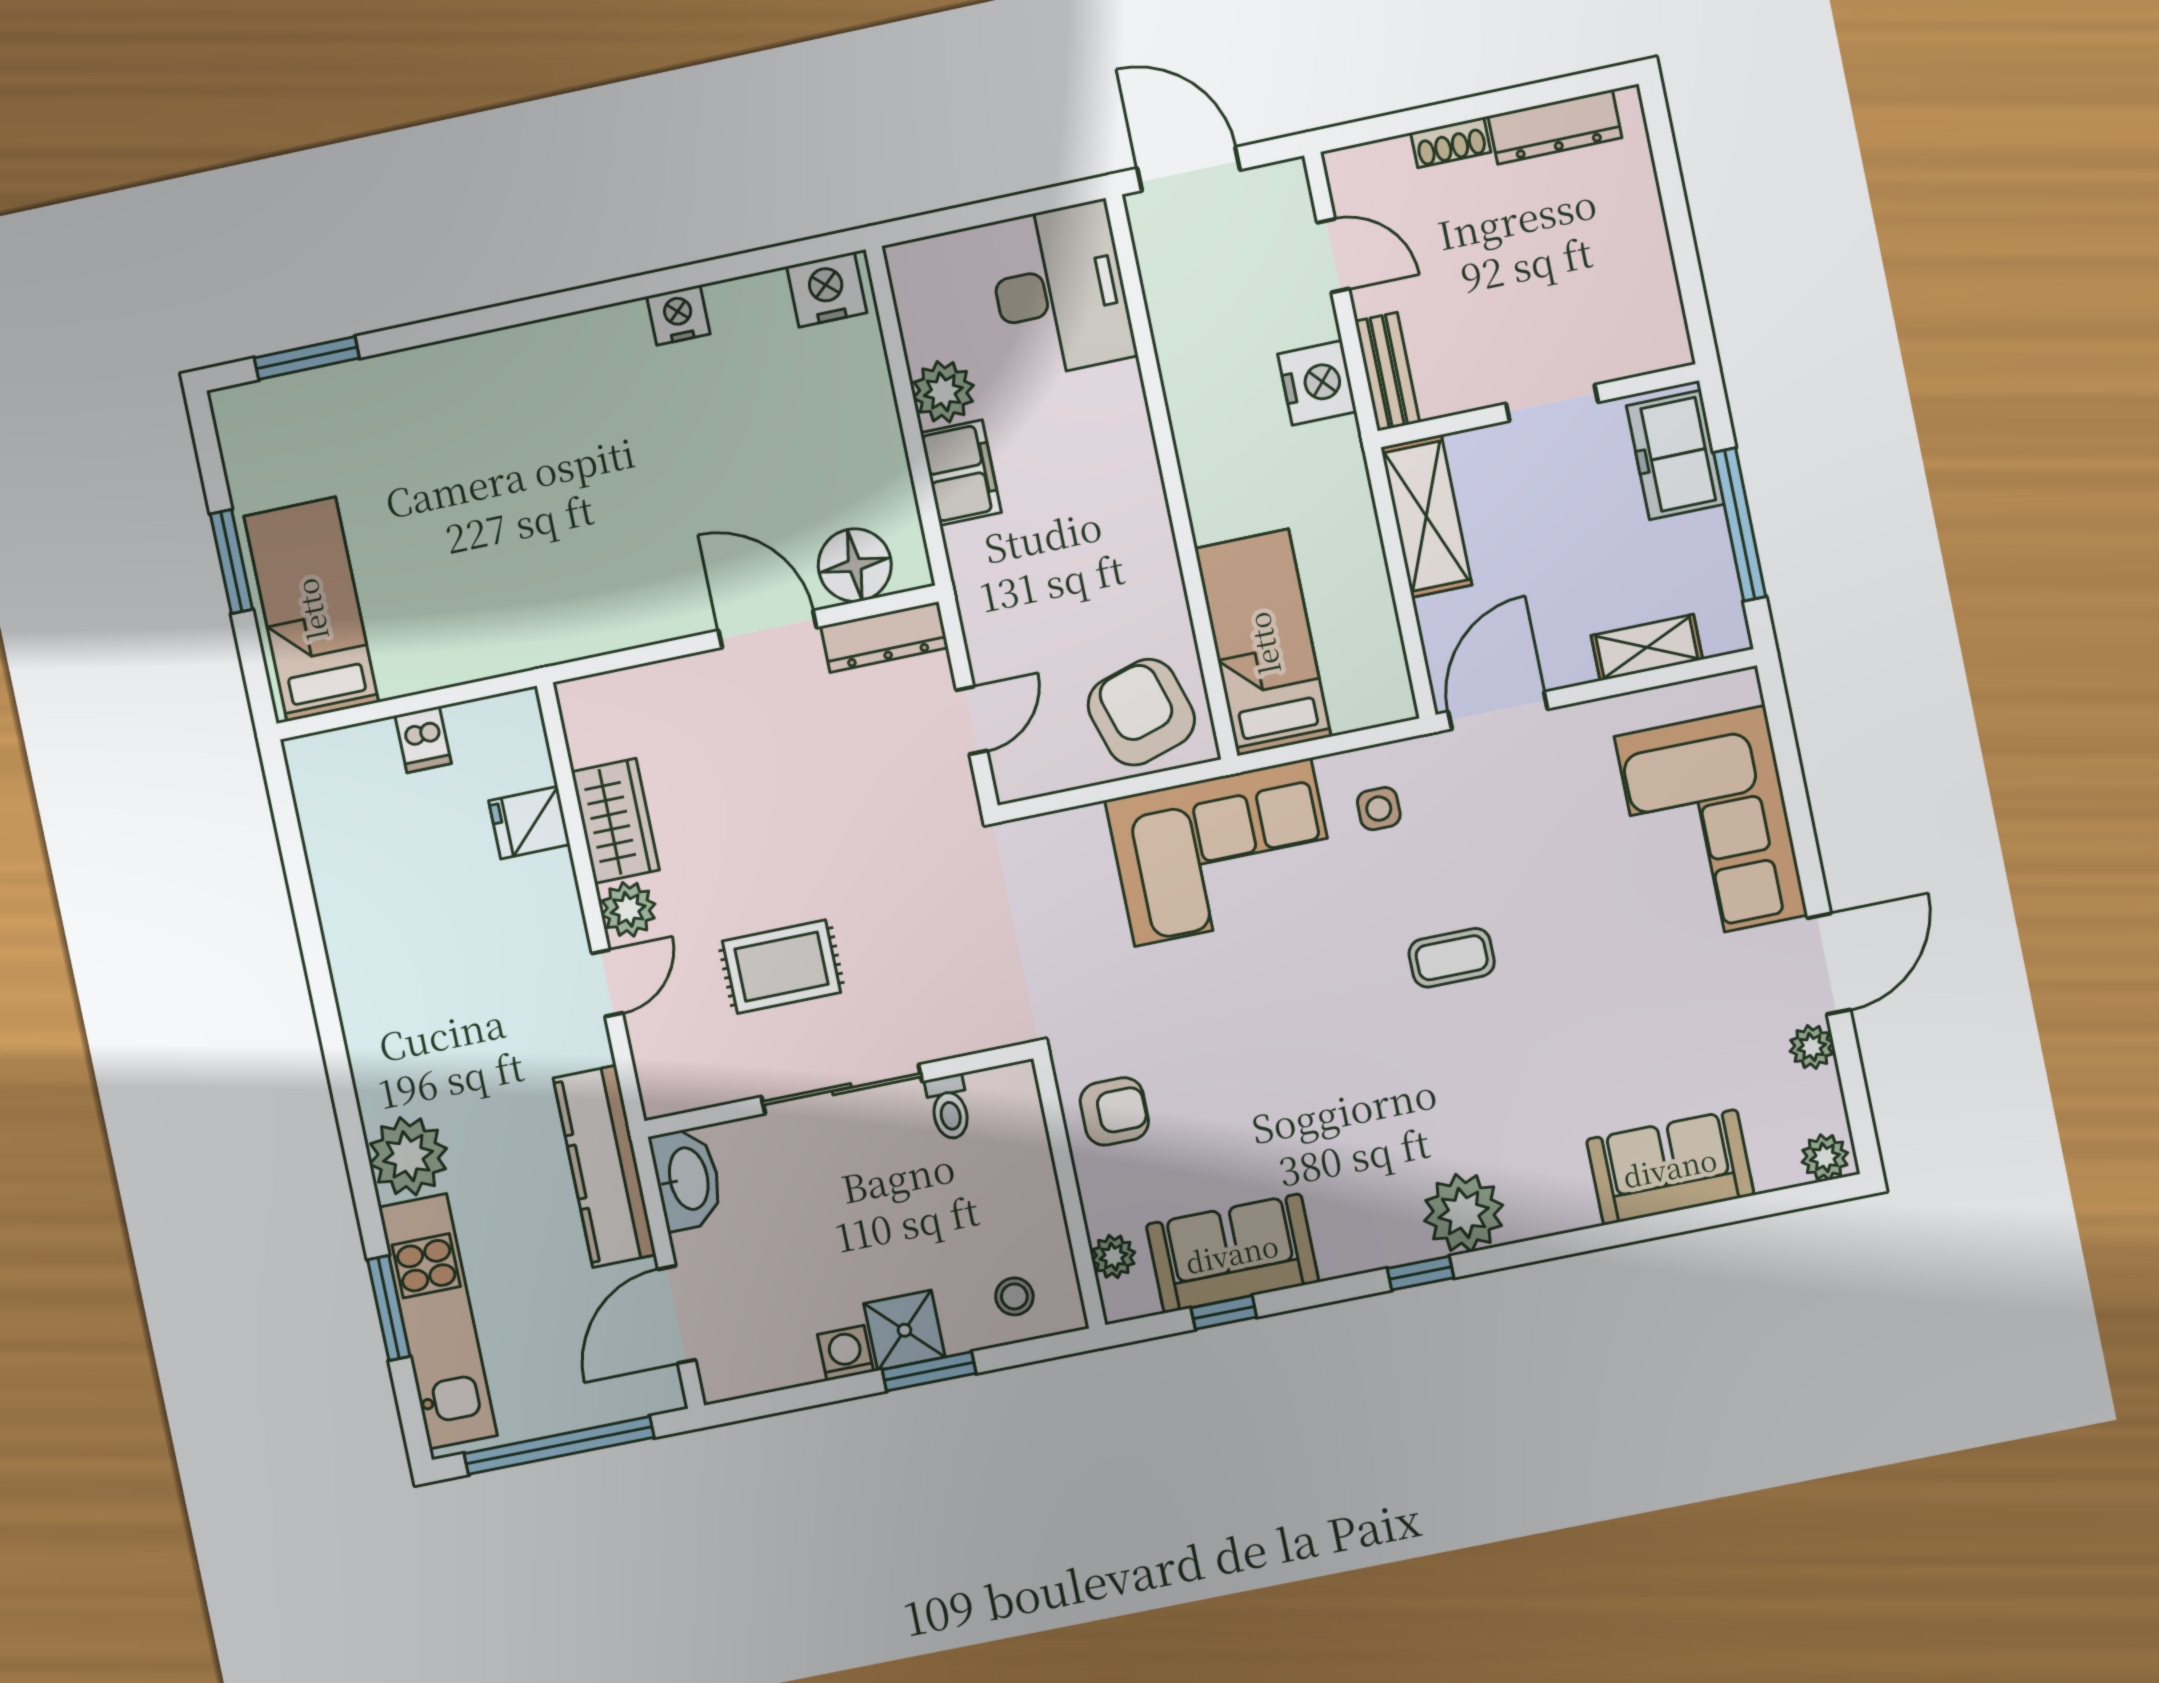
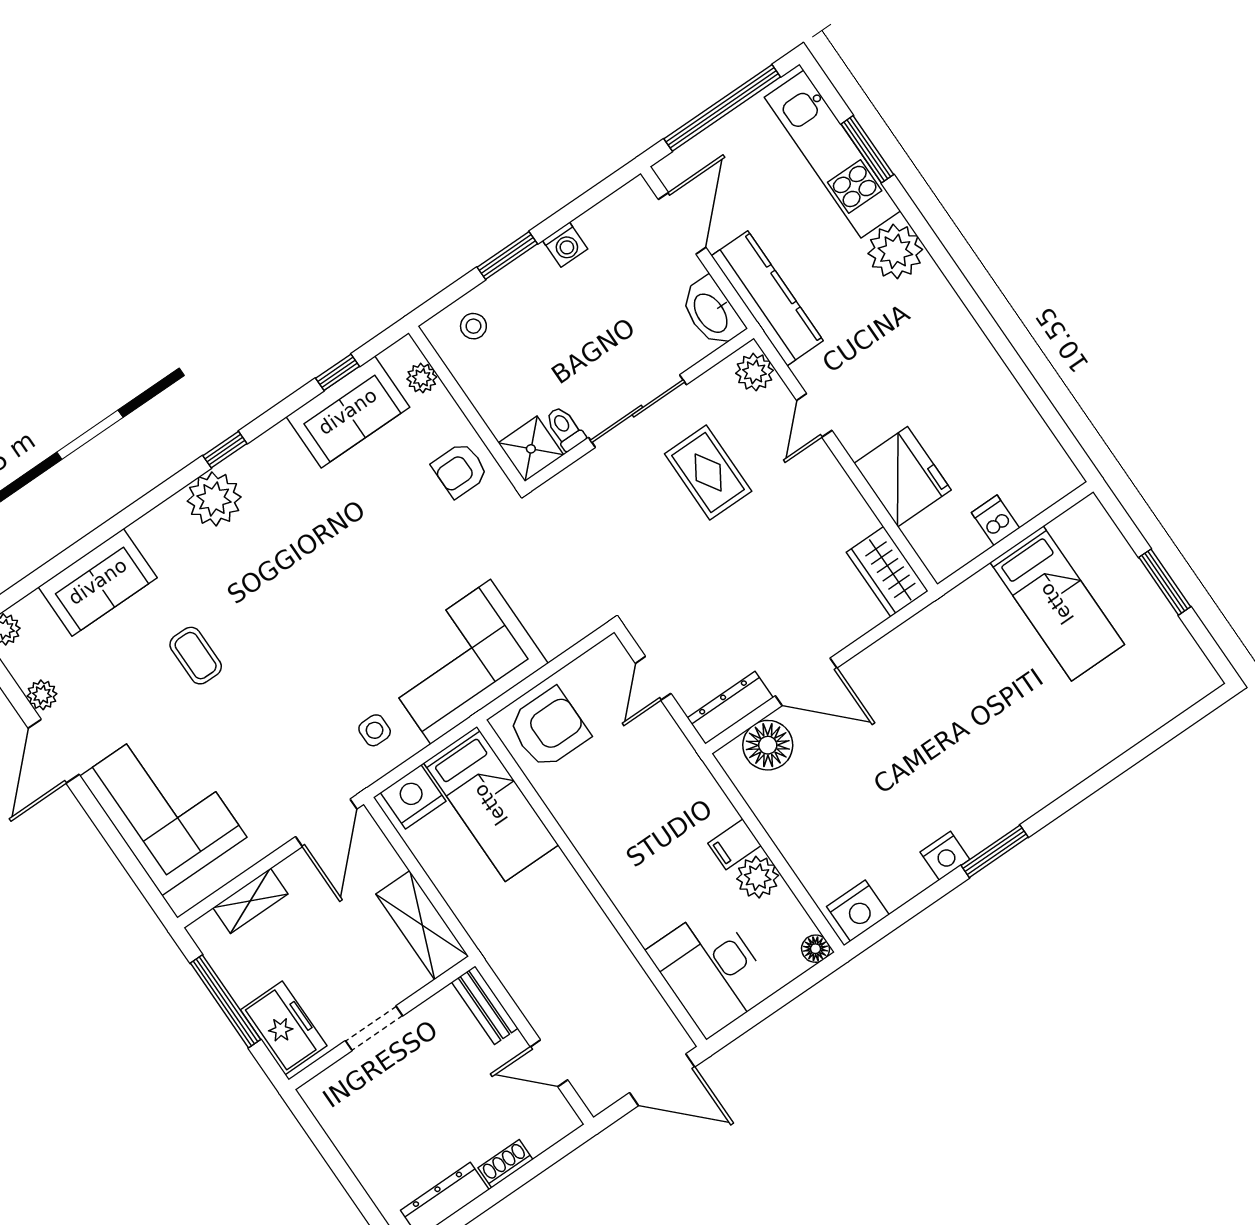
floor lamp: (906, 262) -> (816, 949), added
window: (307, 358) -> (995, 851), moved
nightstand: (1317, 383) -> (413, 797), moved, turned 90
filing cabinet: (961, 473) -> (734, 844), width x0.50
bed: (311, 609) -> (1057, 603), moved
armchair: (1141, 712) -> (549, 728), turned -73
wardrobe: (615, 821) -> (887, 572), moved
fridge: (529, 823) -> (903, 477), width x1.88, depth x1.34
plant: (628, 909) -> (755, 372), moved
coffee table: (1452, 958) -> (196, 656), moved, turned 90
rug: (782, 967) -> (708, 472), turned 90
shower: (904, 1330) -> (531, 449), moved

